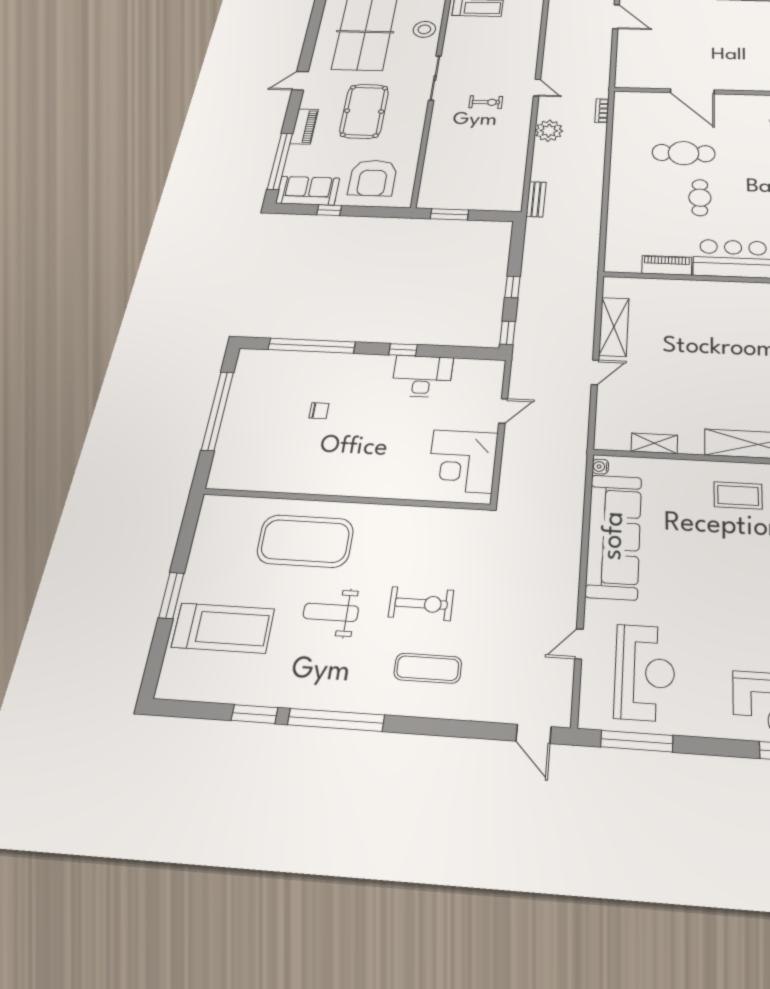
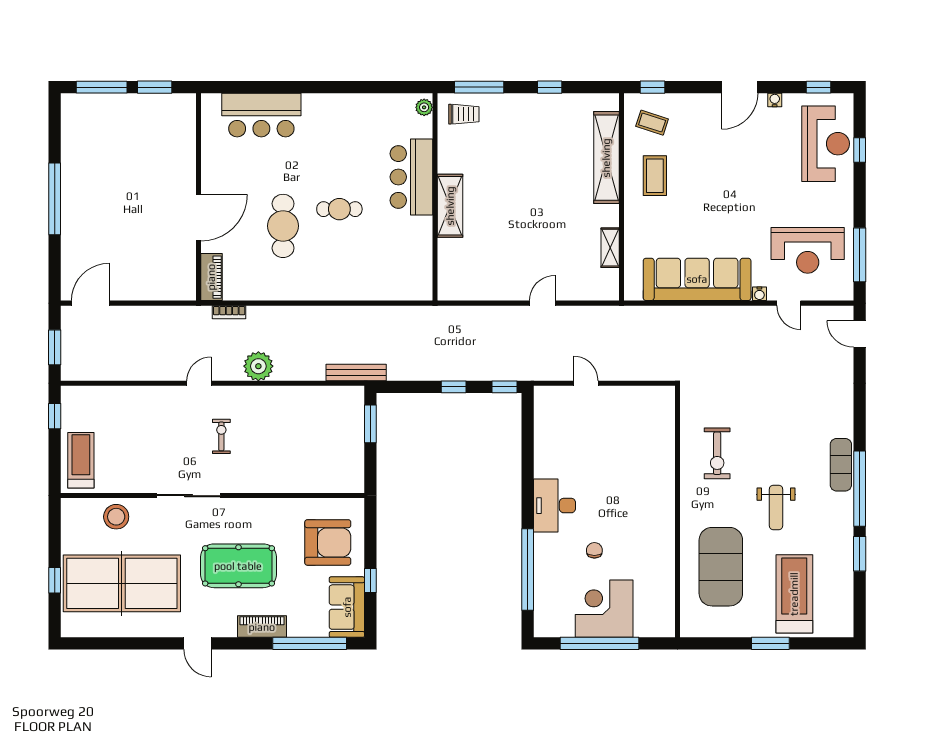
bench: (536, 199) -> (356, 373), width x1.36
window: (449, 214) -> (370, 424), moved
piano: (667, 265) -> (211, 277), moved, turned 180
shelving: (614, 327) -> (450, 206), moved, turned 90
window: (403, 350) -> (528, 483), removed
door: (595, 372) -> (542, 303), hinge flipped
desk: (422, 376) -> (554, 506), moved
corner desk: (462, 461) -> (604, 609), moved, turned 180
water cooler: (600, 467) -> (759, 294), moved
exercise mat: (305, 541) -> (721, 567), moved
exercise bike: (421, 604) -> (717, 453), moved, turned 180
exercise mat: (428, 668) -> (841, 465), moved
reception desk: (645, 672) -> (808, 250), turned 180
door: (534, 734) -> (860, 334), swing flipped

